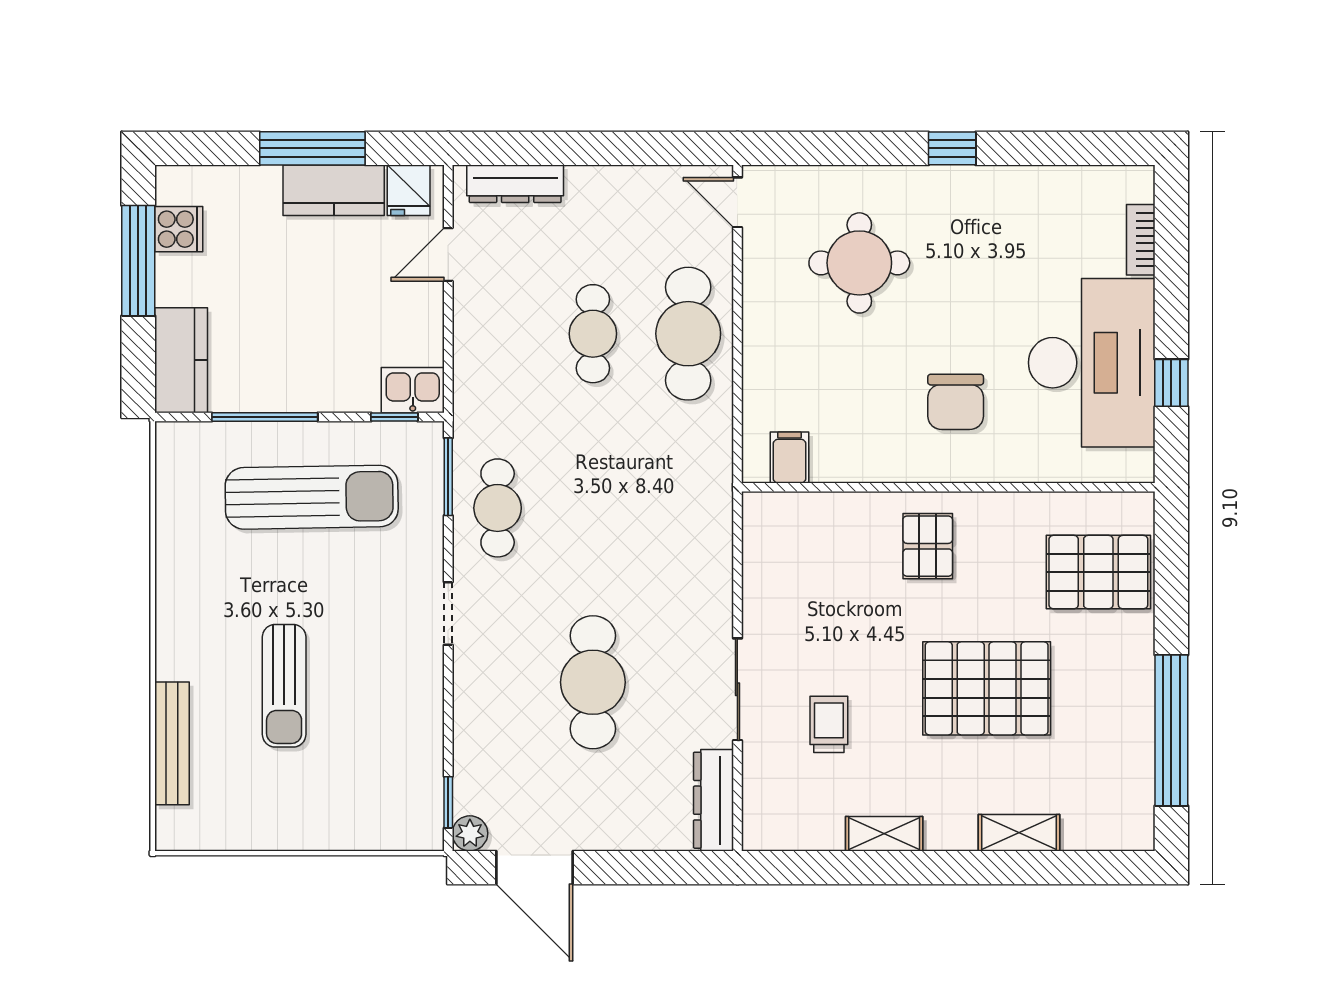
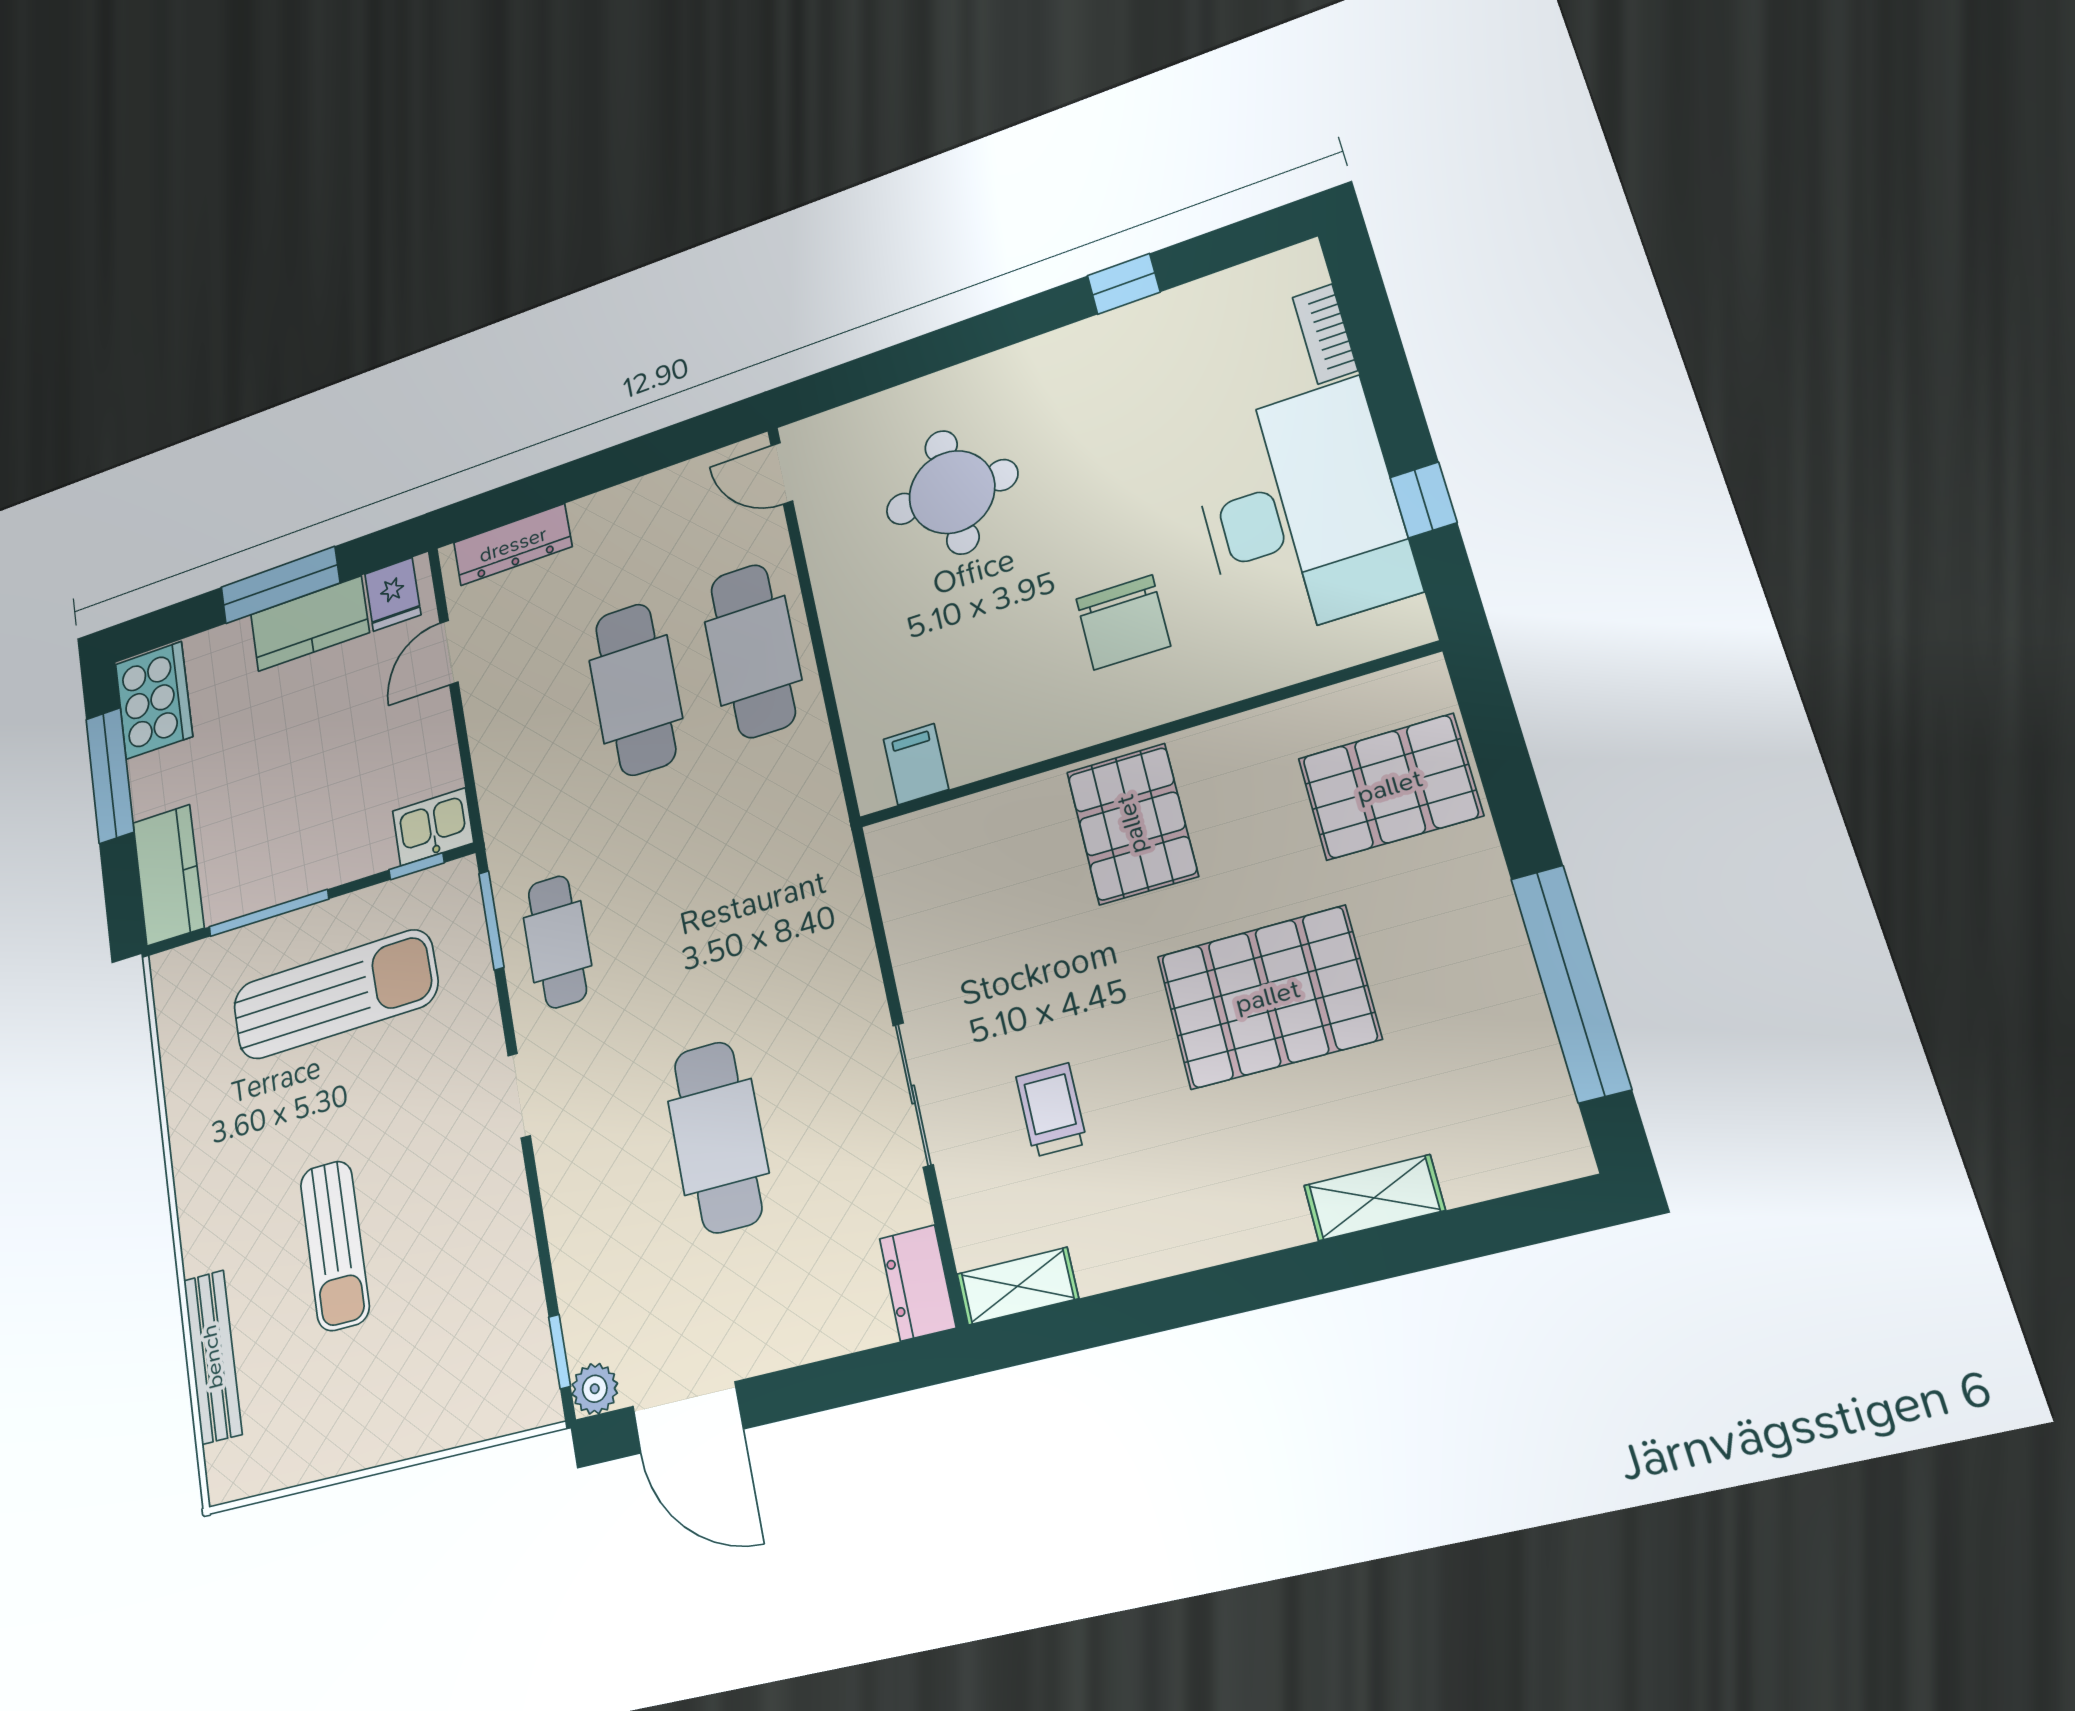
window: (952, 148) -> (1124, 284), moved
cooker: (179, 229) -> (154, 700), width x1.87, depth x1.31
cafe table: (593, 334) -> (636, 689), width x1.37, depth x1.35
pallet: (928, 546) -> (1132, 824), width x1.50, depth x1.42
dresser: (713, 800) -> (918, 1283), width x0.70
shelving: (884, 834) -> (1017, 1286), moved

